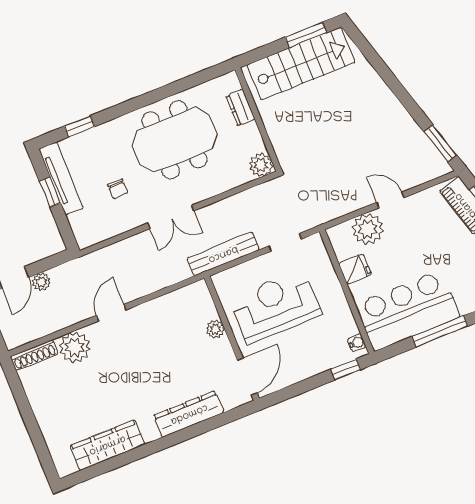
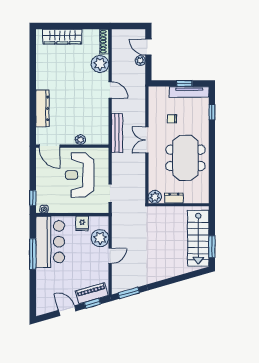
dresser: (240, 108) -> (174, 198), moved
bench: (223, 254) -> (117, 133), moved
reception desk: (275, 306) -> (80, 175), turned 180
wardrobe: (107, 445) -> (62, 37), moved, turned 90

